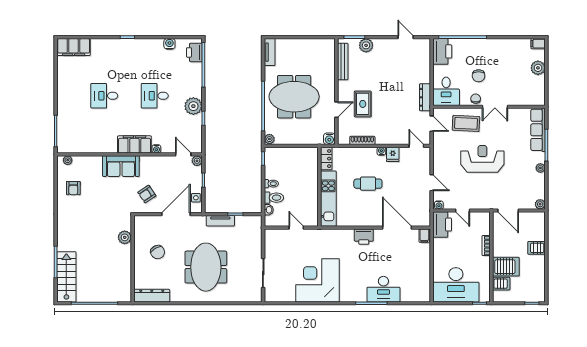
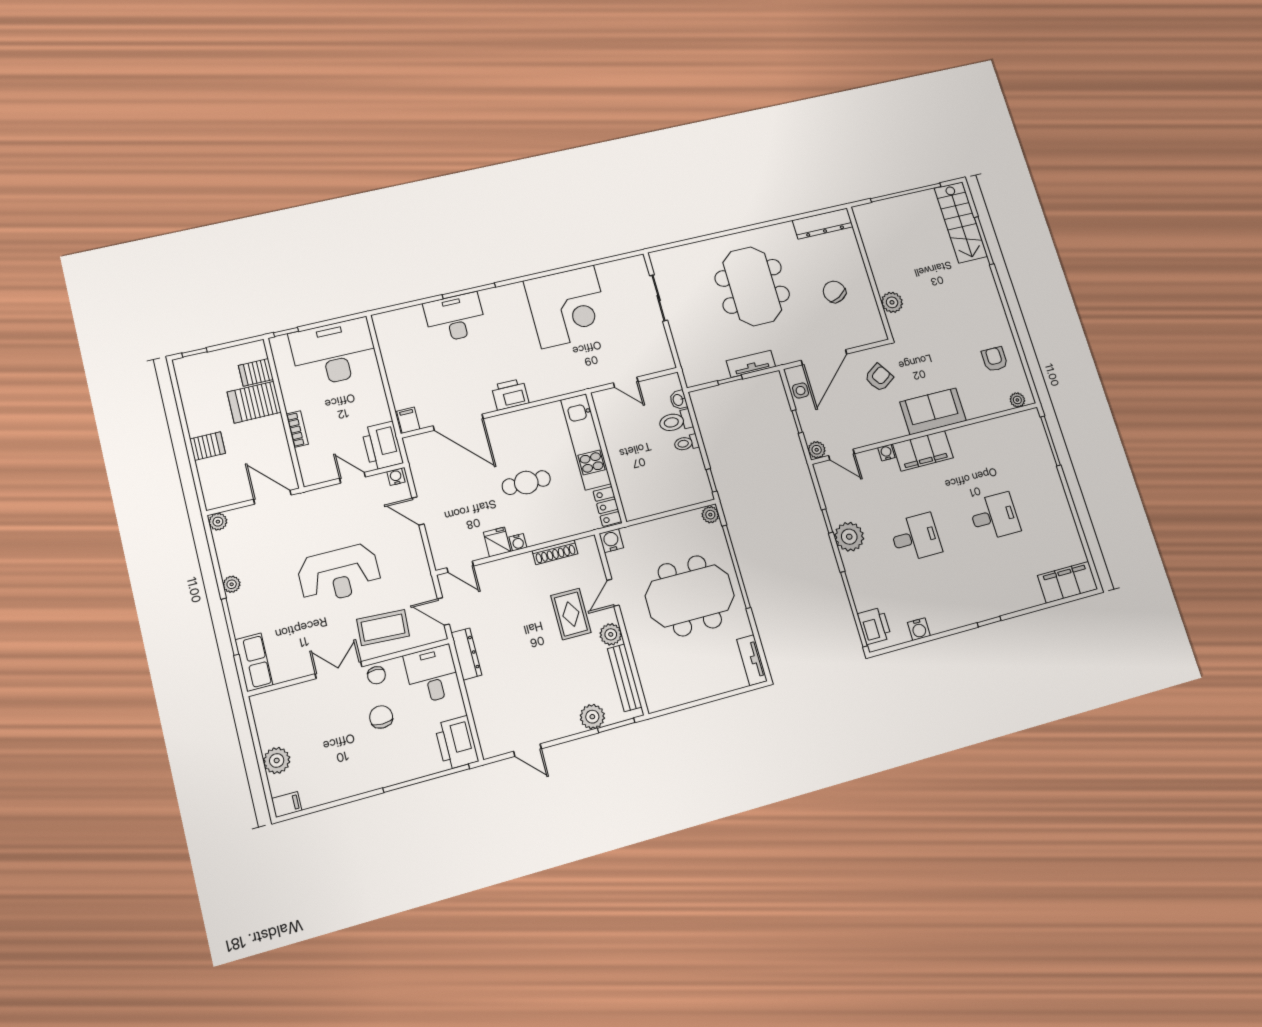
plant: (344, 87) -> (611, 634), added
row of seats: (538, 130) -> (254, 662), width x0.68

